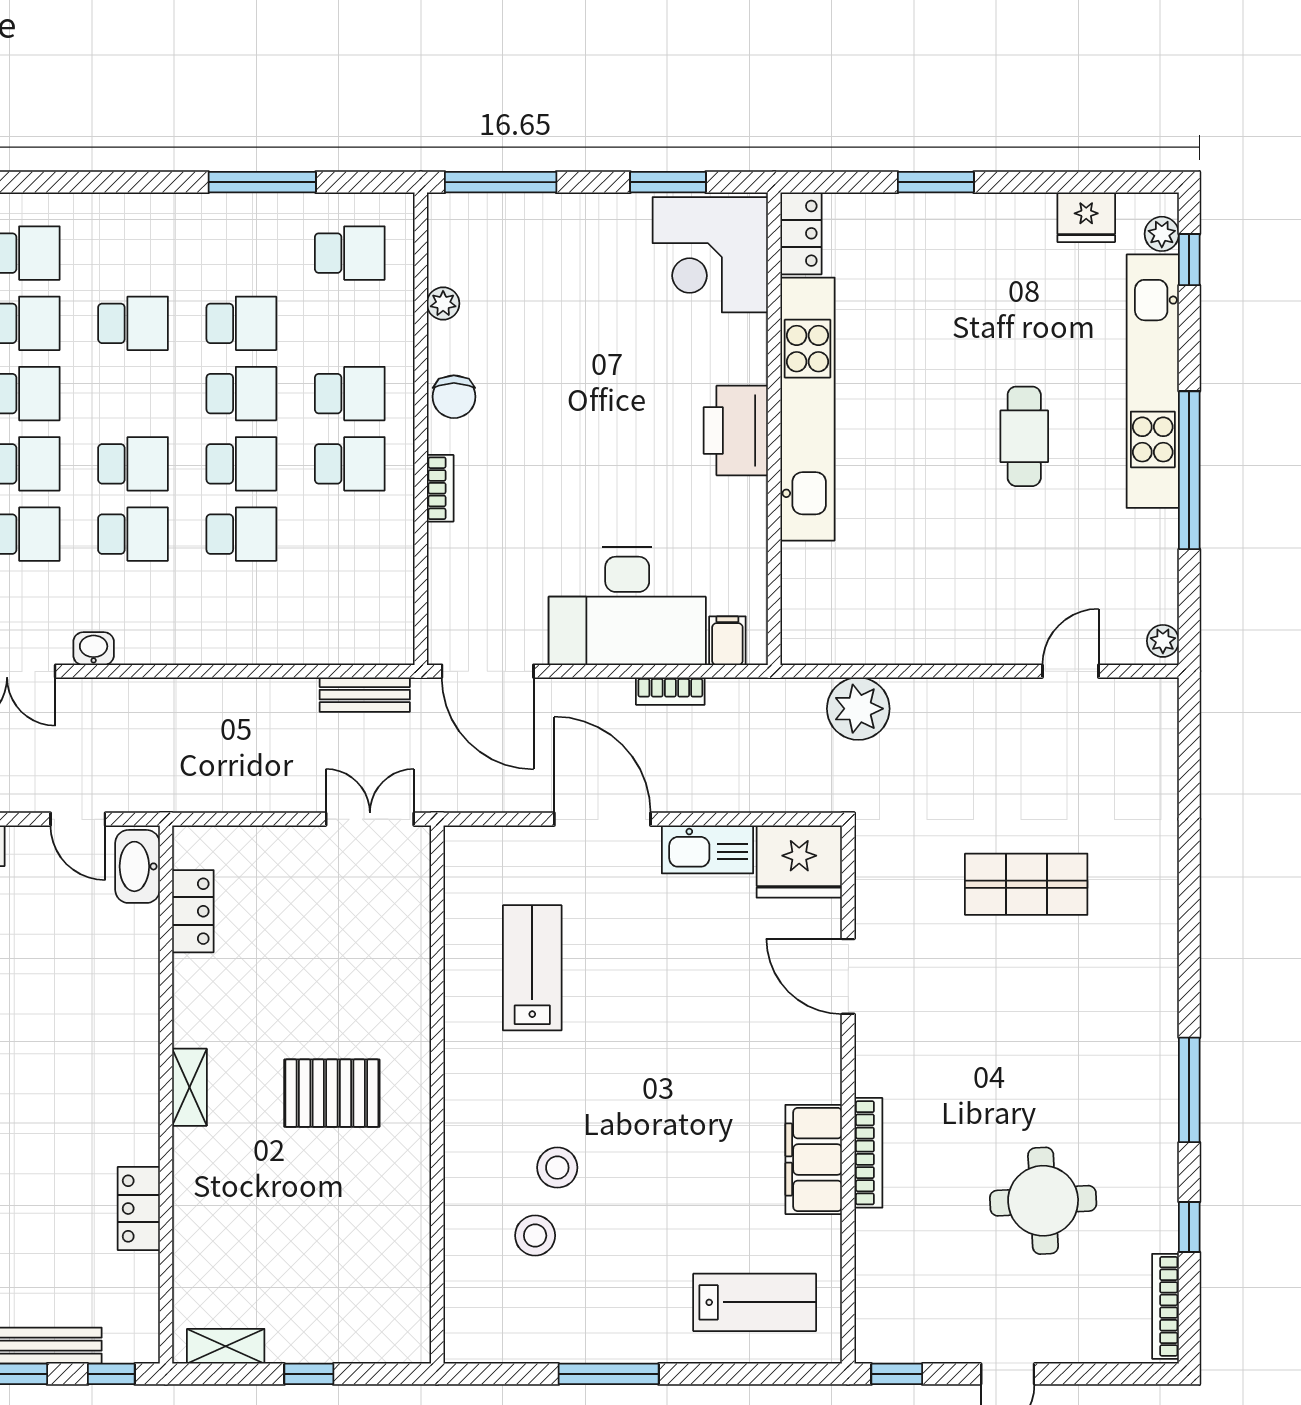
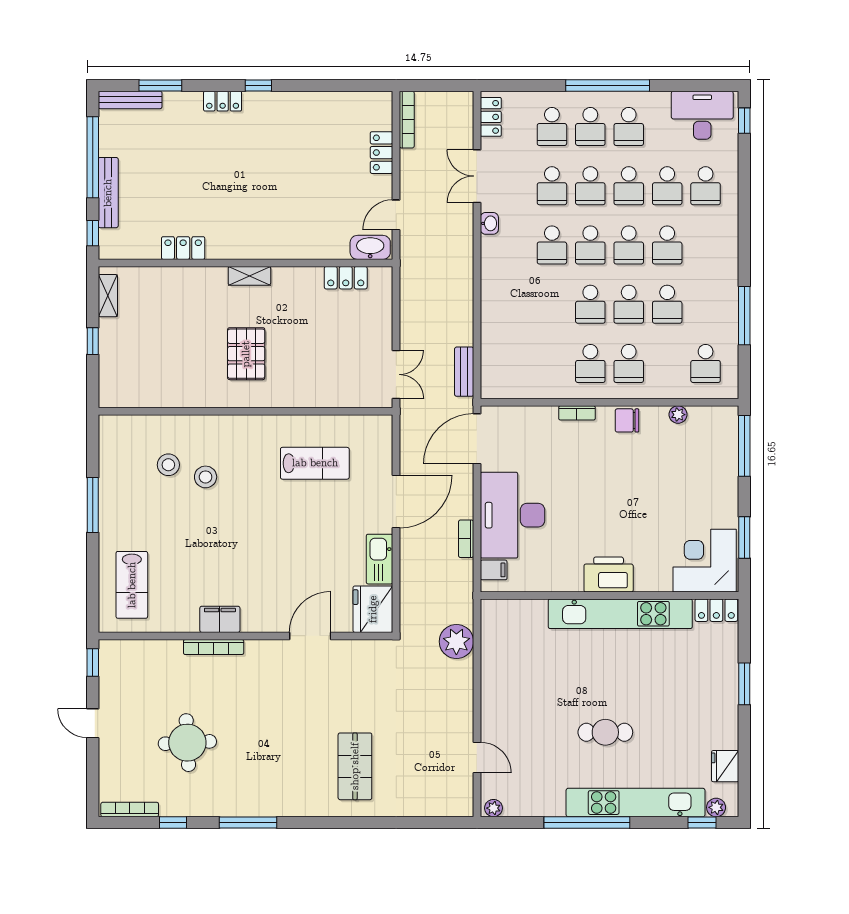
school desk: (241, 534) -> (629, 245), moved
shop shelf: (1026, 884) -> (355, 766), moved
filing cabinet: (814, 1159) -> (220, 619), width x0.67, depth x0.86

